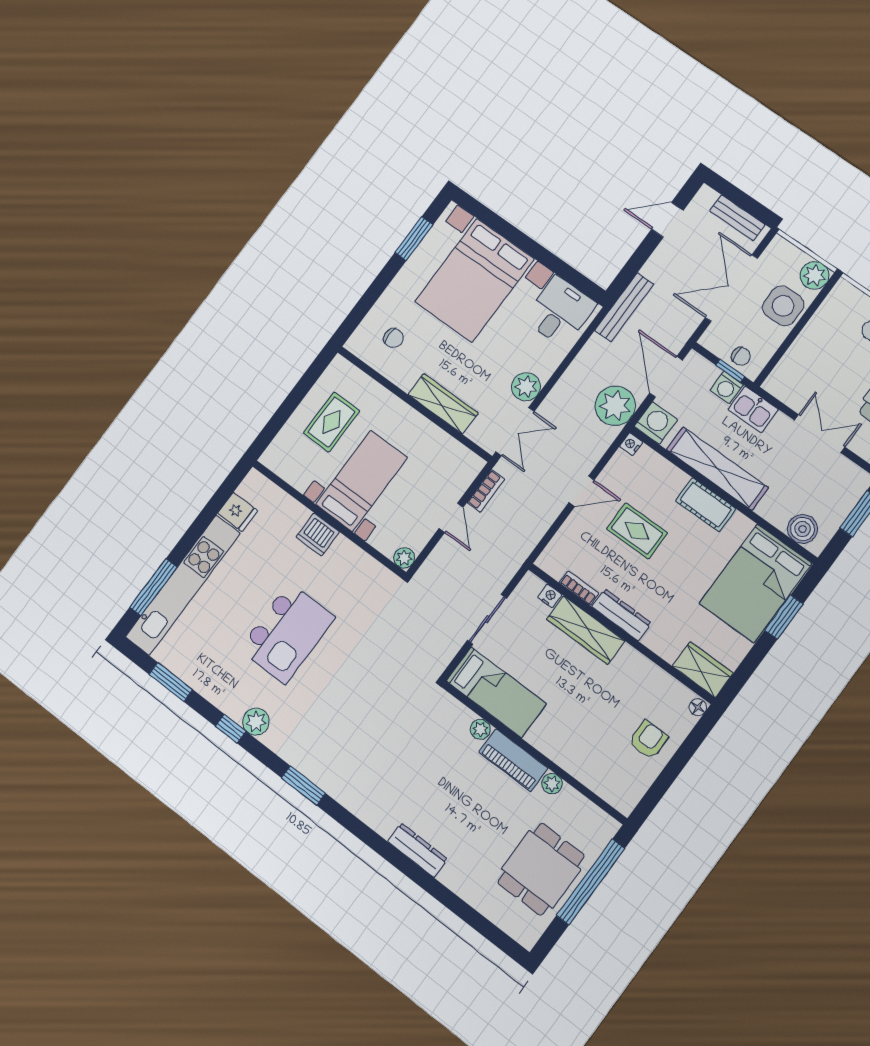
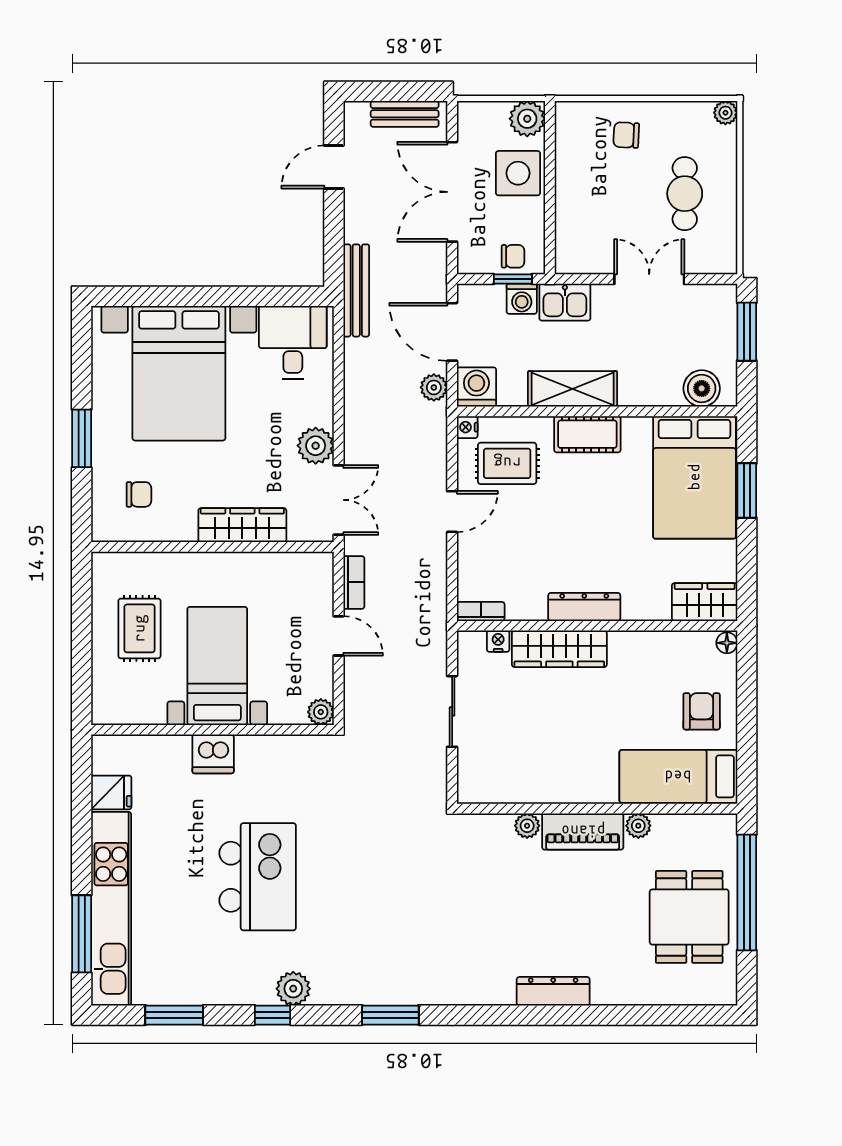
window: (414, 239) -> (82, 438), moved
plant: (615, 406) -> (434, 387), width x0.53, depth x0.53
shelving: (717, 469) -> (573, 389), width x0.68
rug: (637, 531) -> (507, 463), moved
bookcase: (579, 588) -> (481, 611), moved
bed: (496, 692) -> (678, 776), moved, turned 180

